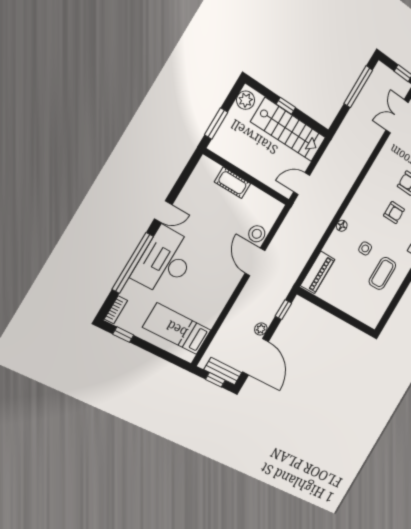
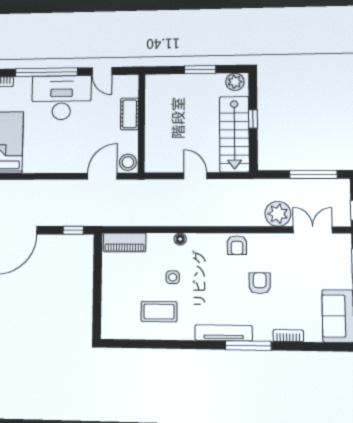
wall: (247, 177) -> (142, 123), moved
cot: (232, 183) -> (130, 114), moved
armchair: (394, 213) -> (237, 245), moved
plant: (261, 329) -> (278, 214), moved, width x1.87, depth x1.87

